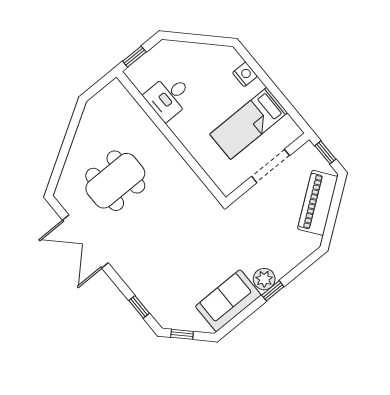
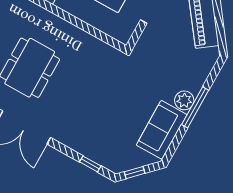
window: (273, 291) -> (195, 107), width x2.17

